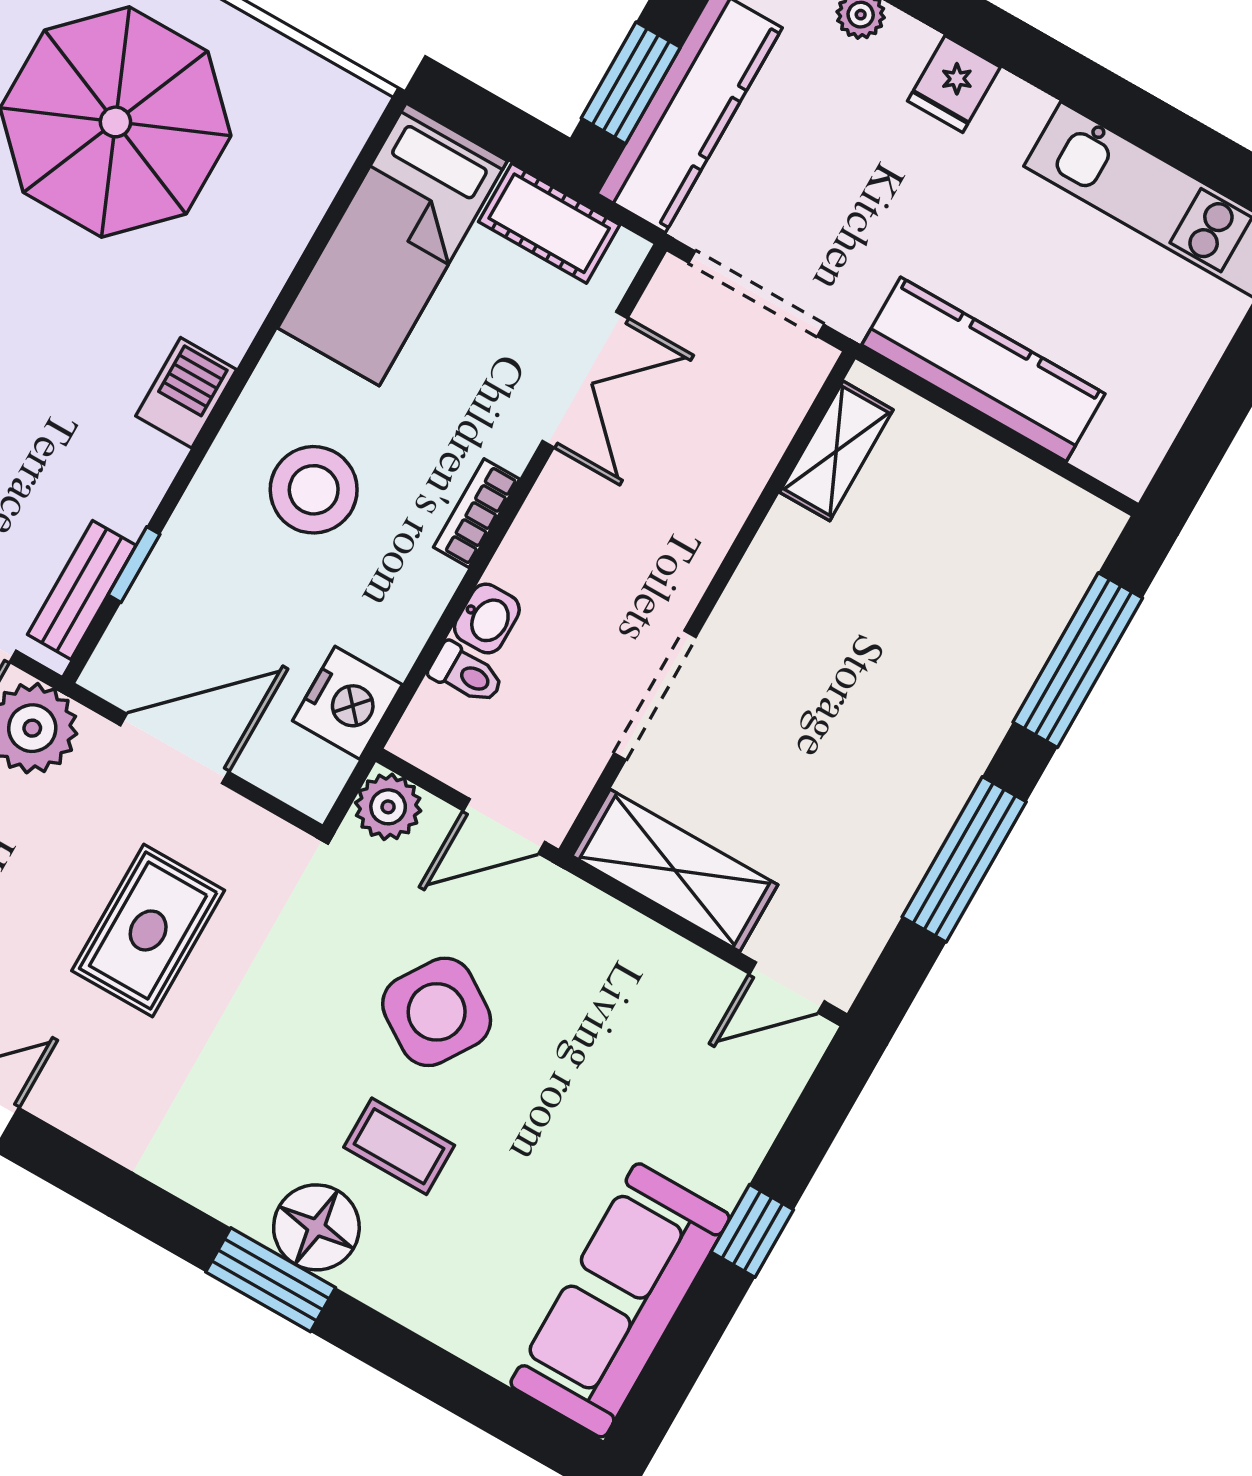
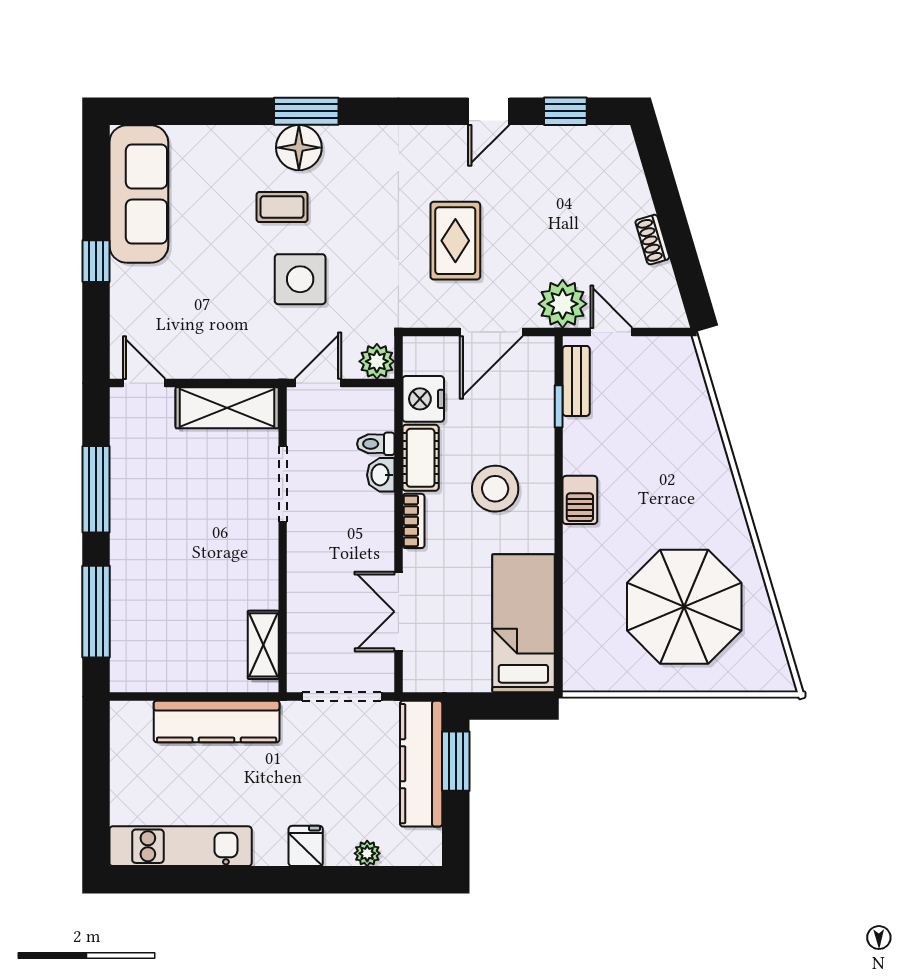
cot: (549, 223) -> (421, 458), moved, turned 90
door: (787, 988) -> (144, 383), hinge flipped
side table: (437, 1012) -> (300, 279), turned -33

